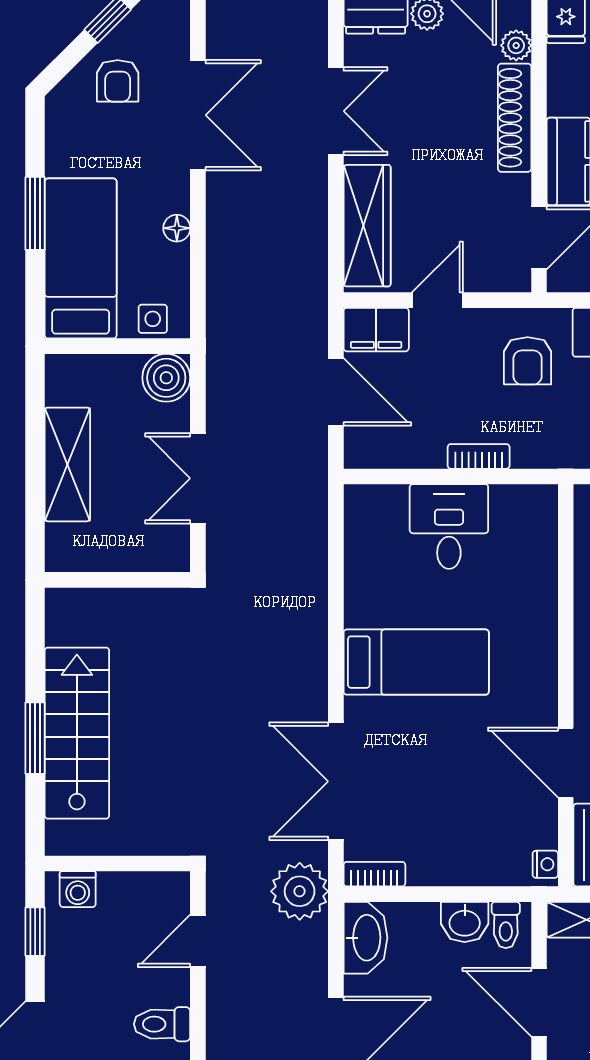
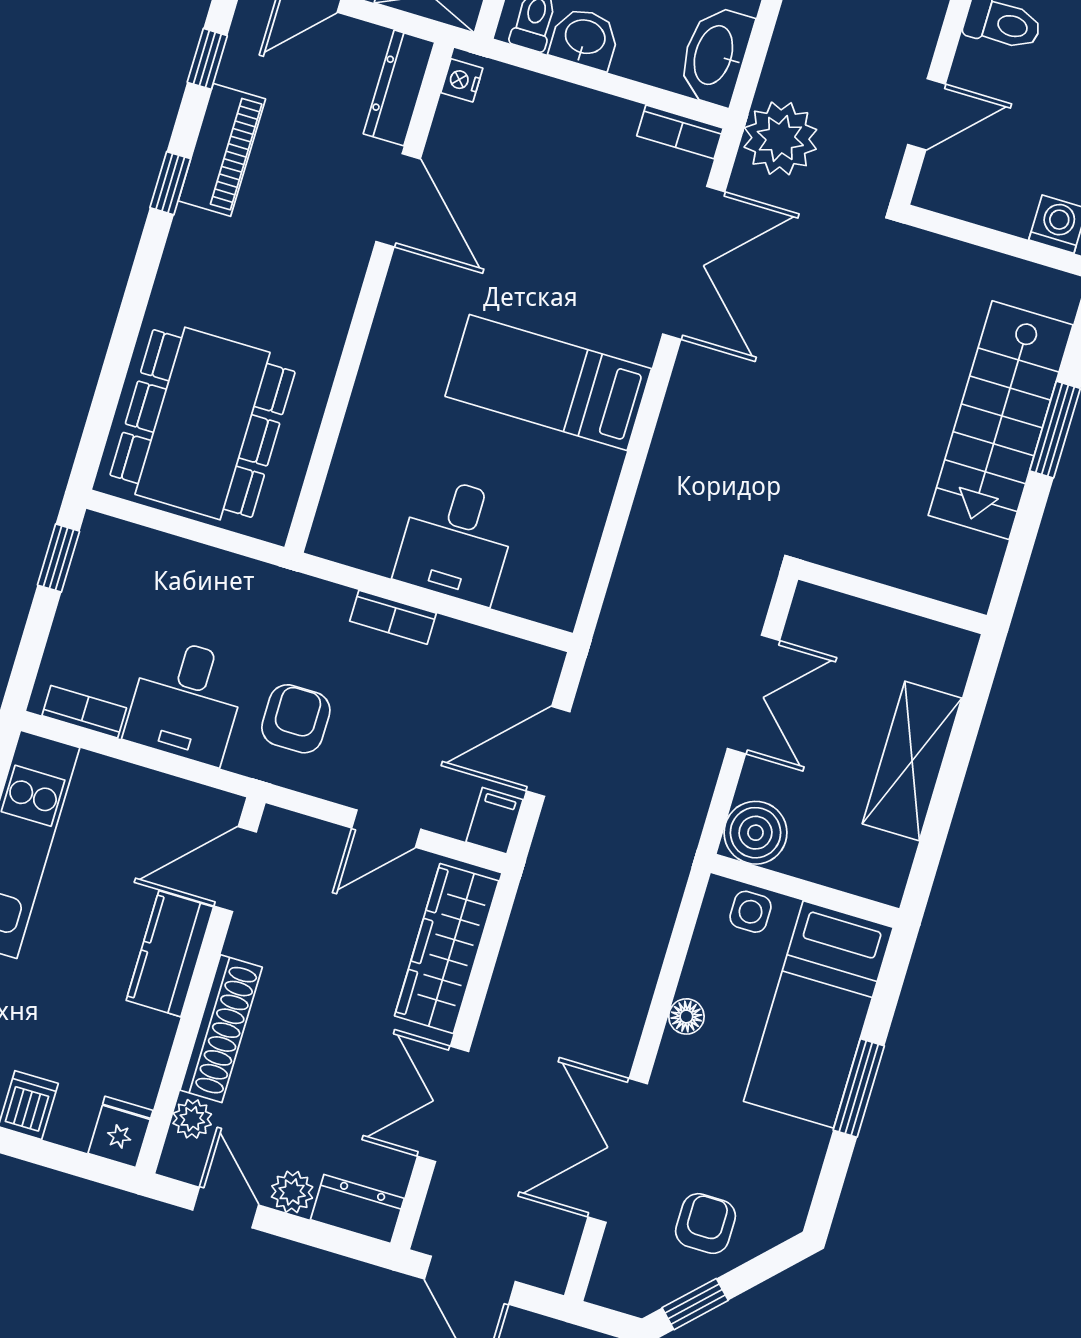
filing cabinet: (376, 330) -> (495, 821), width x0.50
door: (336, 392) -> (548, 751), hinge flipped

